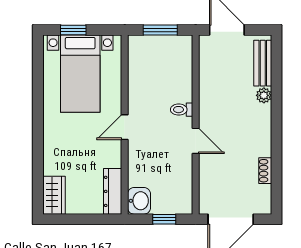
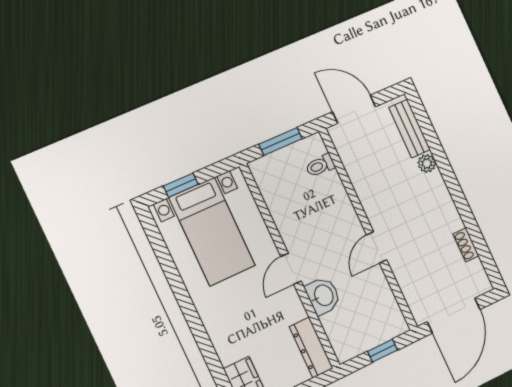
toilet: (182, 110) -> (320, 166), moved
door: (196, 141) -> (377, 247), swing flipped
washbasin: (139, 201) -> (323, 296), moved

